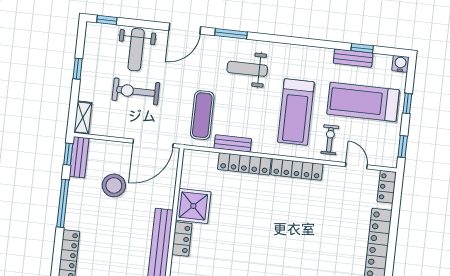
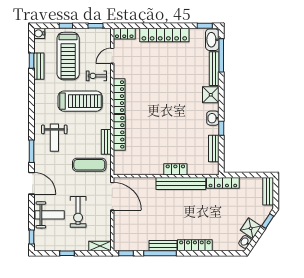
bench: (79, 157) -> (163, 246), moved
stool: (114, 185) -> (144, 220), removed
shower: (193, 206) -> (152, 164), removed

